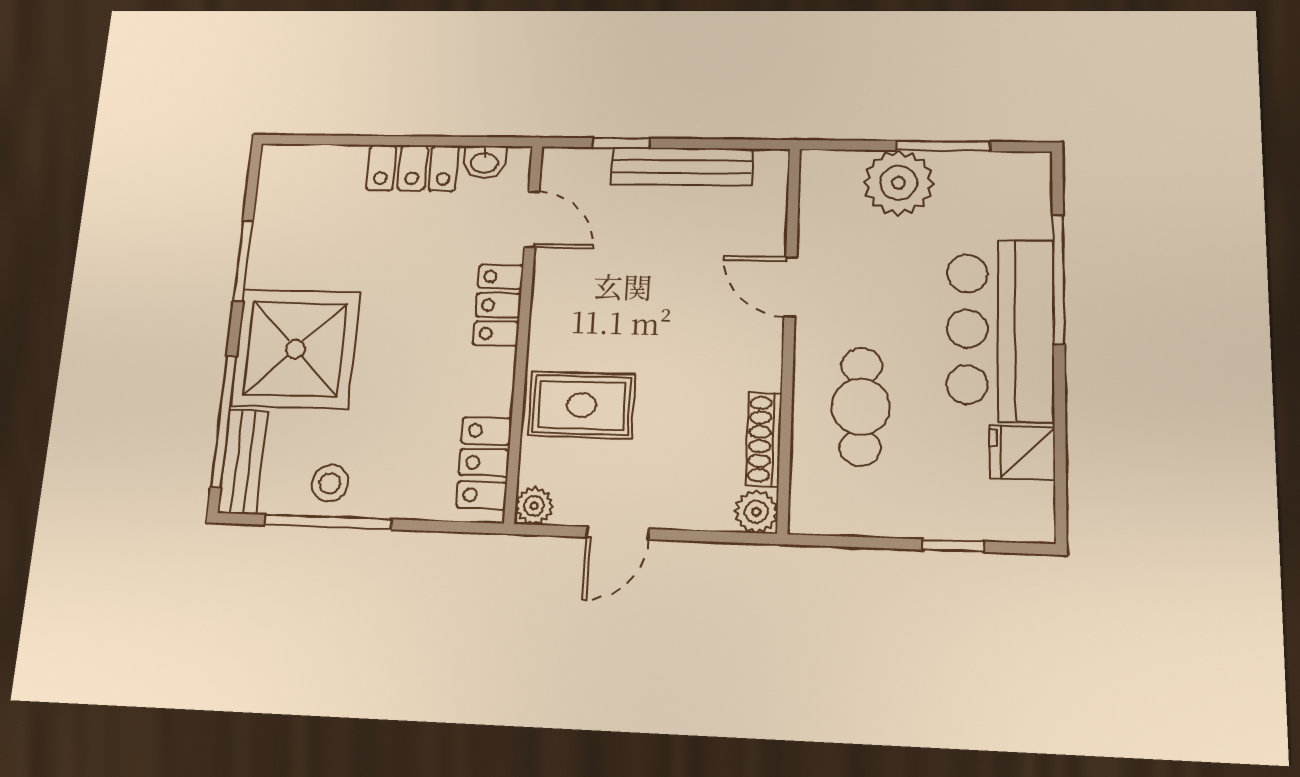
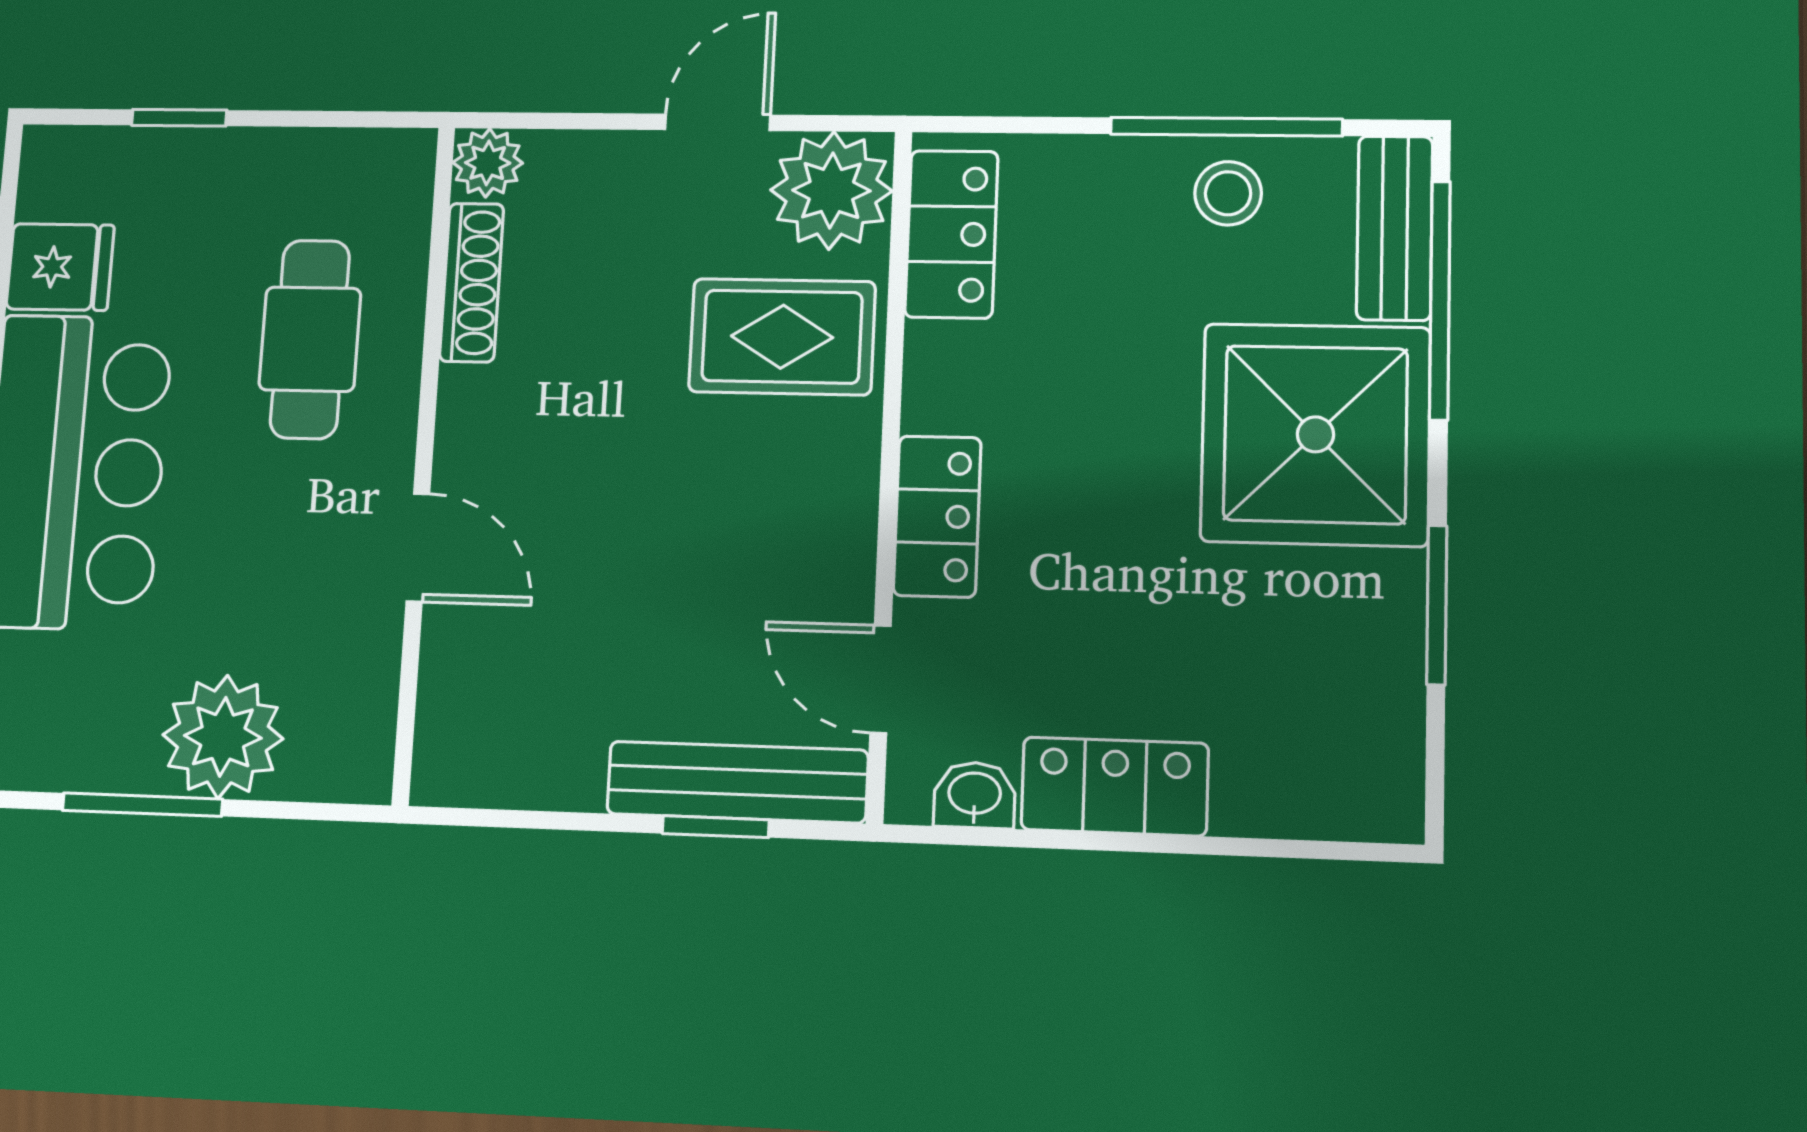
bench: (682, 166) -> (737, 782), moved
plant: (534, 506) -> (831, 190), width x1.88, depth x1.88

